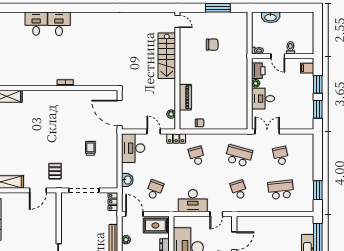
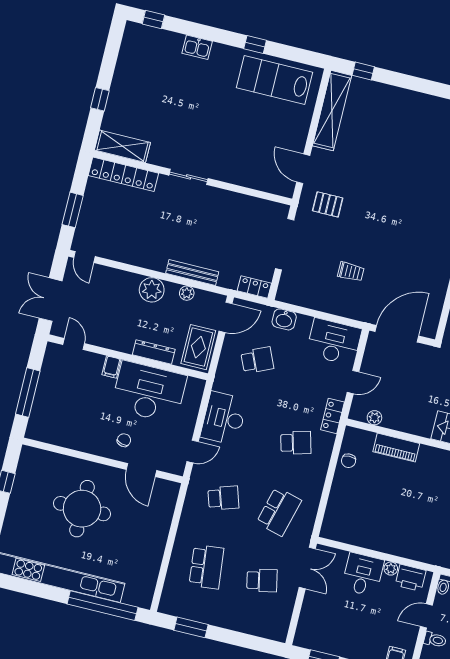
school desk: (155, 190) -> (257, 360), turned -45
door: (216, 214) -> (193, 451), swing flipped

